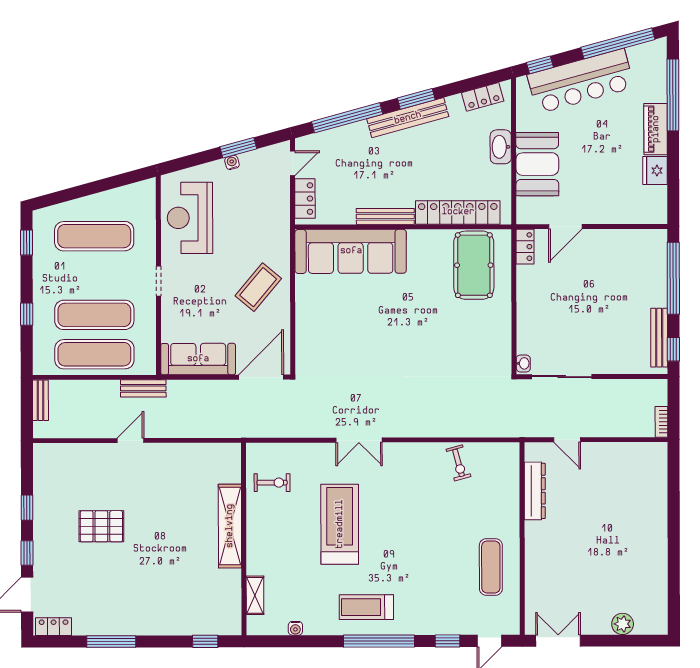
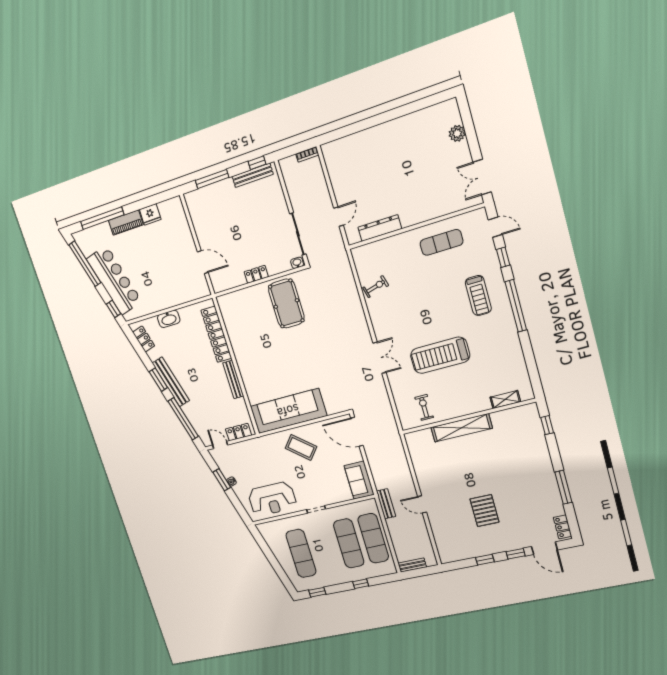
booth: (537, 164) -> (171, 292), removed
locker: (525, 247) -> (256, 274), moved
sofa: (351, 251) -> (288, 411), moved, turned -90
pool table: (474, 265) -> (286, 304), moved, turned 90
window: (673, 278) -> (212, 179), width x0.68
sofa: (198, 359) -> (359, 480), width x0.73
treadmill: (366, 607) -> (478, 295), moved
water cooler: (295, 628) -> (522, 366), removed

